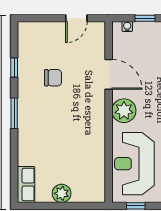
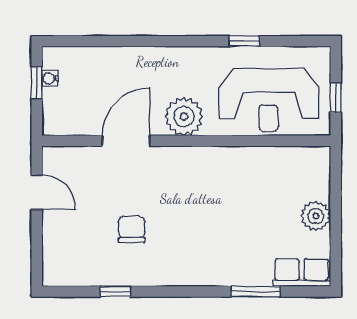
water cooler: (127, 27) -> (50, 78), moved
window: (14, 113) -> (255, 292), moved

